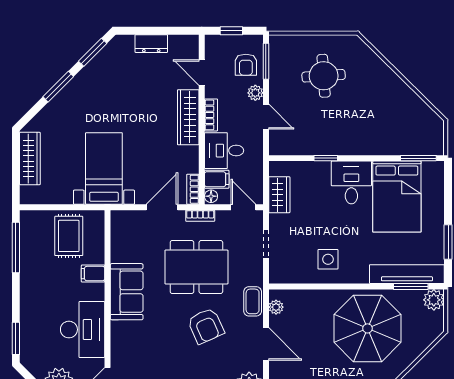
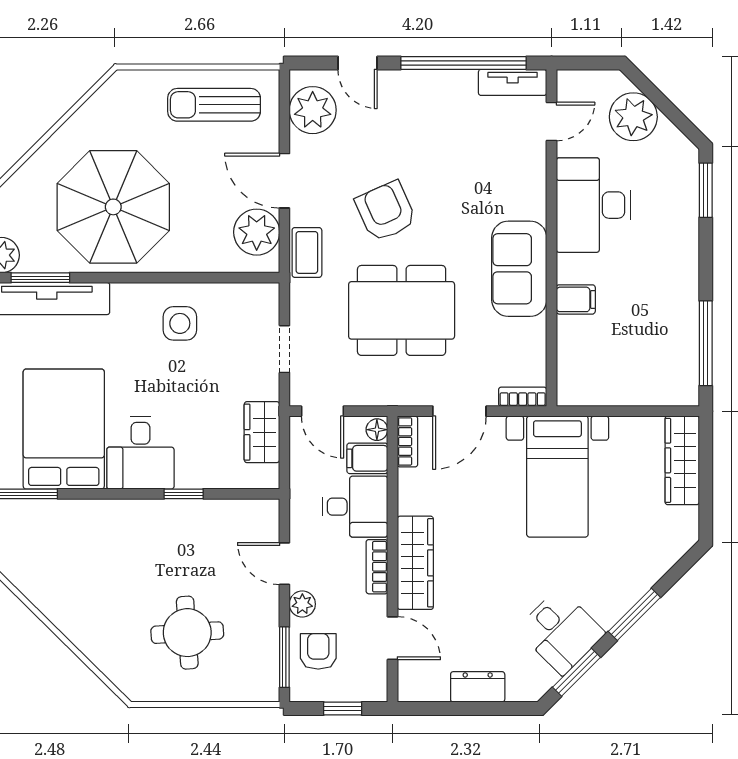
desk: (102, 76) -> (561, 631), added
wardrobe: (30, 159) -> (682, 460), moved
bookcase: (200, 216) -> (523, 397), moved
rug: (69, 236) -> (617, 363), removed
plant: (276, 307) -> (257, 232), width x1.87, depth x1.87

